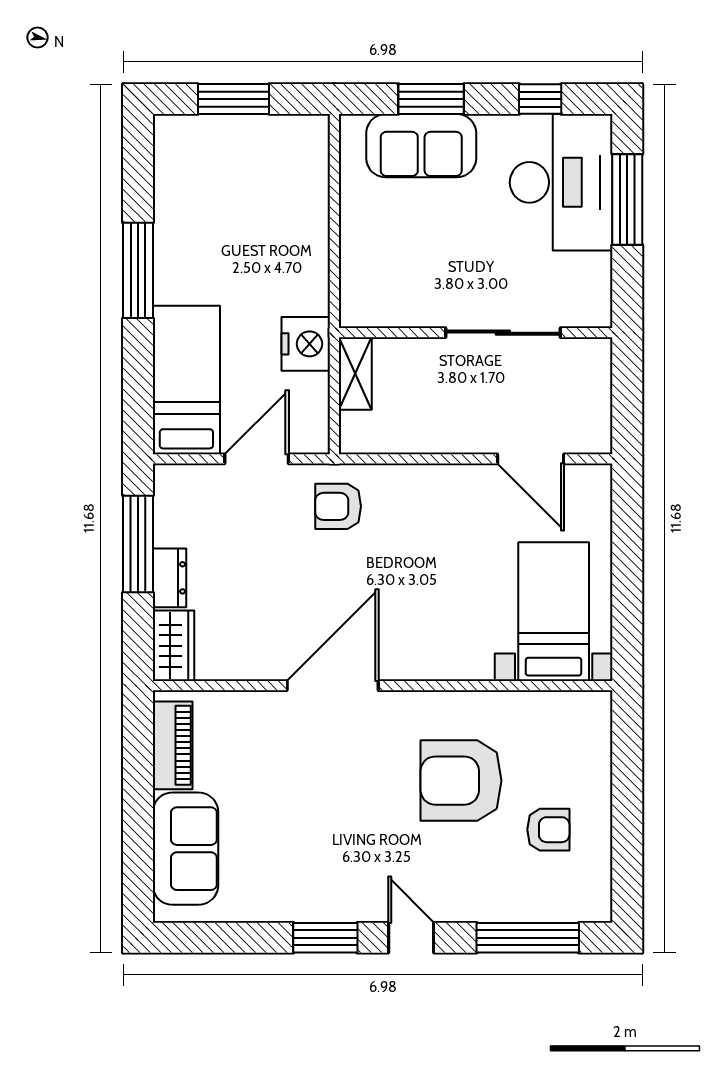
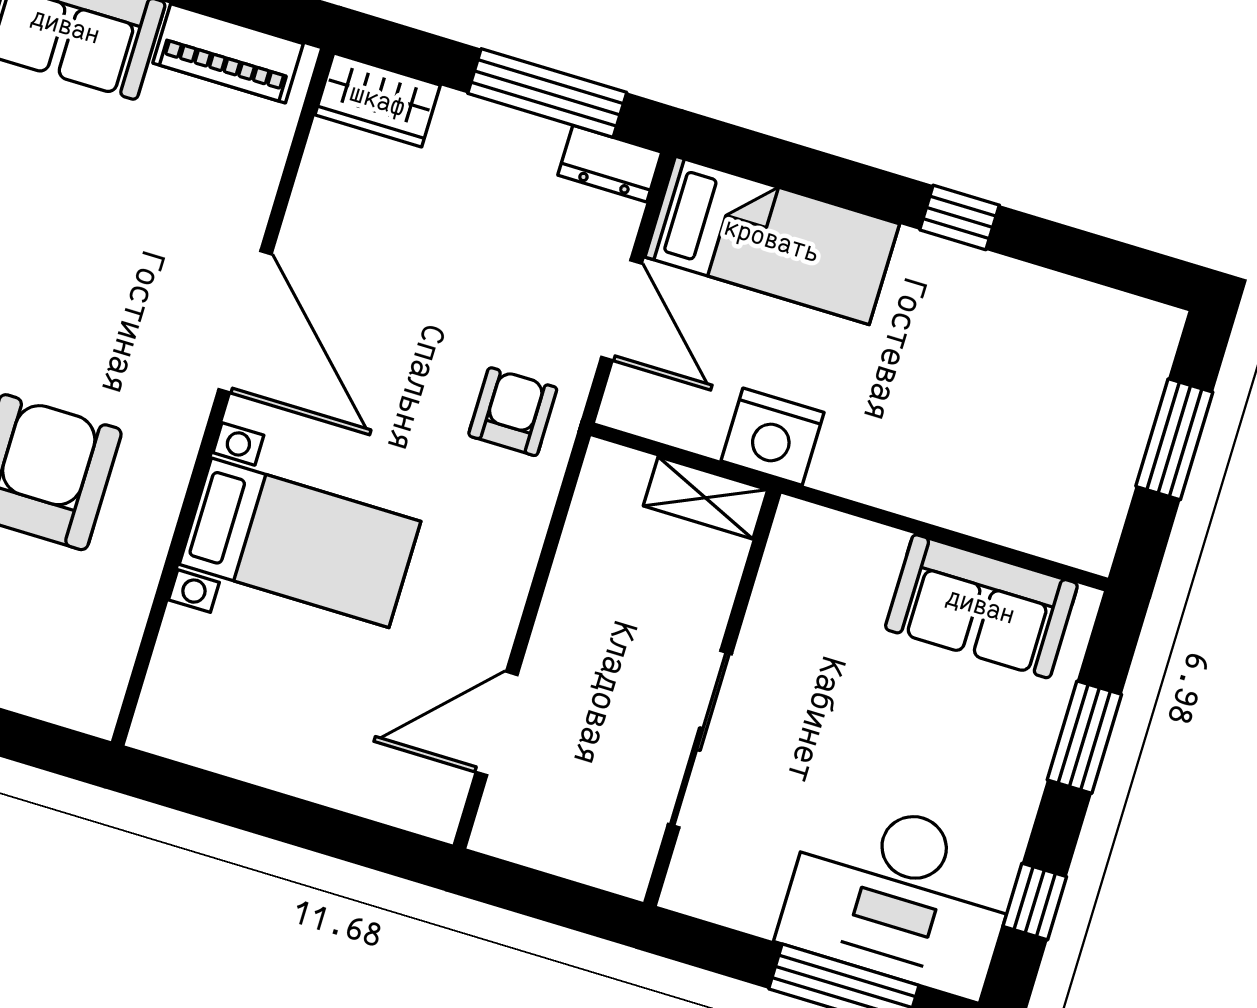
sofa: (421, 146) -> (981, 606), moved, turned -90
window: (138, 270) -> (960, 217), width x0.46
dresser: (170, 578) -> (610, 164), moved
bed with nightstands: (554, 612) -> (300, 543), moved

